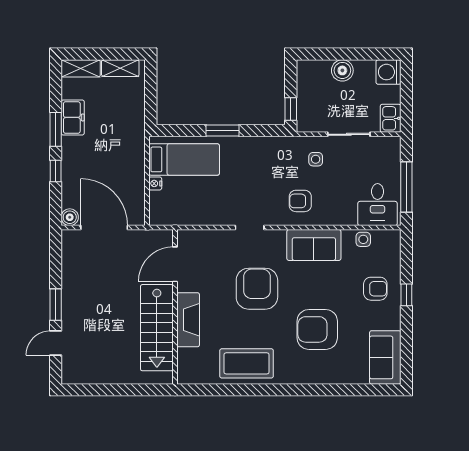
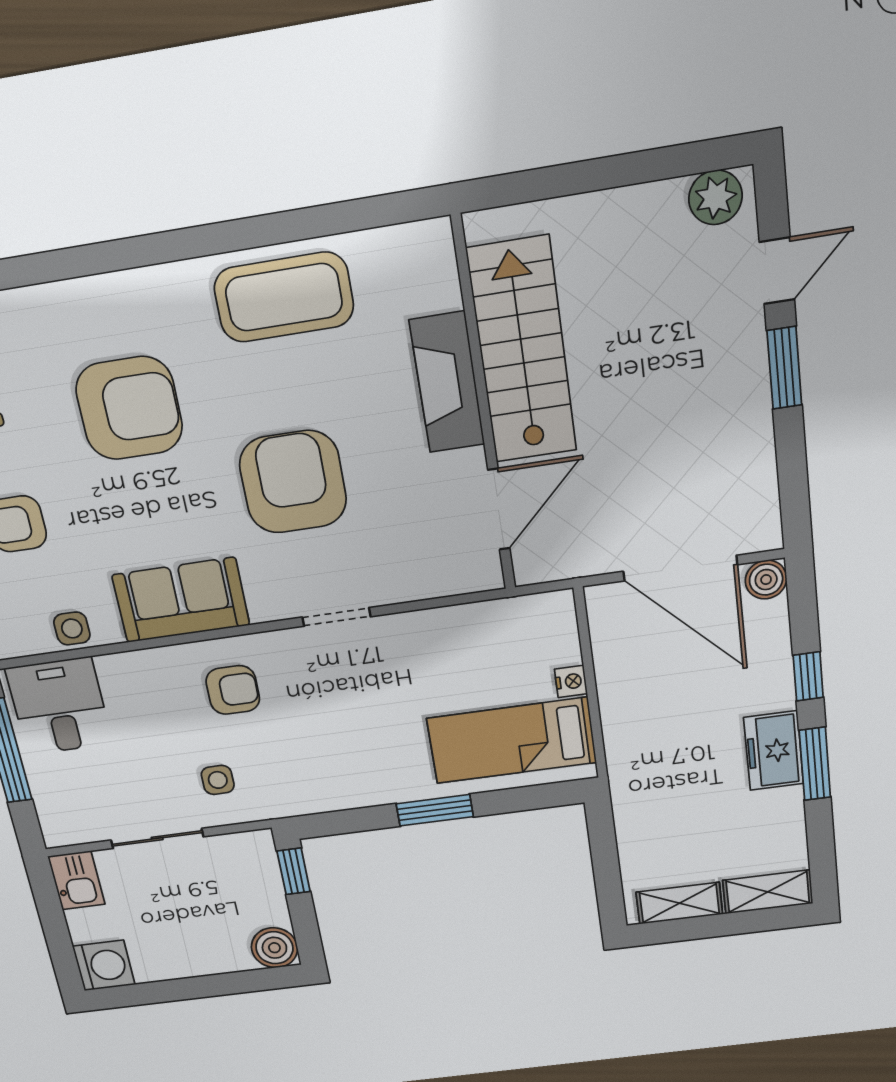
boiler: (342, 70) -> (274, 948), moved
freezer: (73, 117) -> (774, 751), moved
armchair: (257, 289) -> (293, 482), turned 180
plant: (76, 374) -> (715, 197), added

